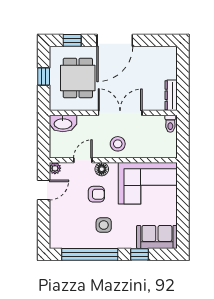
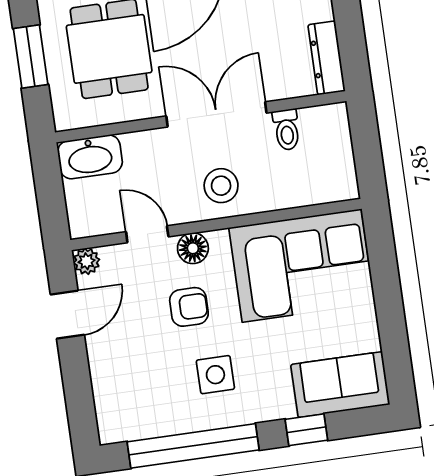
window: (44, 77) -> (31, 57), width x1.50
toilet: (170, 124) -> (287, 130), moved
door: (83, 160) -> (147, 234), hinge flipped

